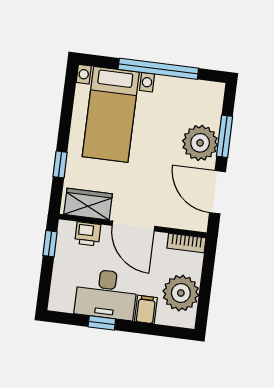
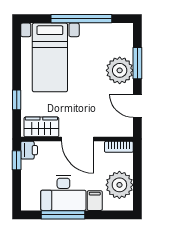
door: (217, 192) -> (137, 106), width x0.73
printer: (88, 234) -> (29, 150), moved, turned -90
window: (102, 323) -> (63, 215), width x2.17

